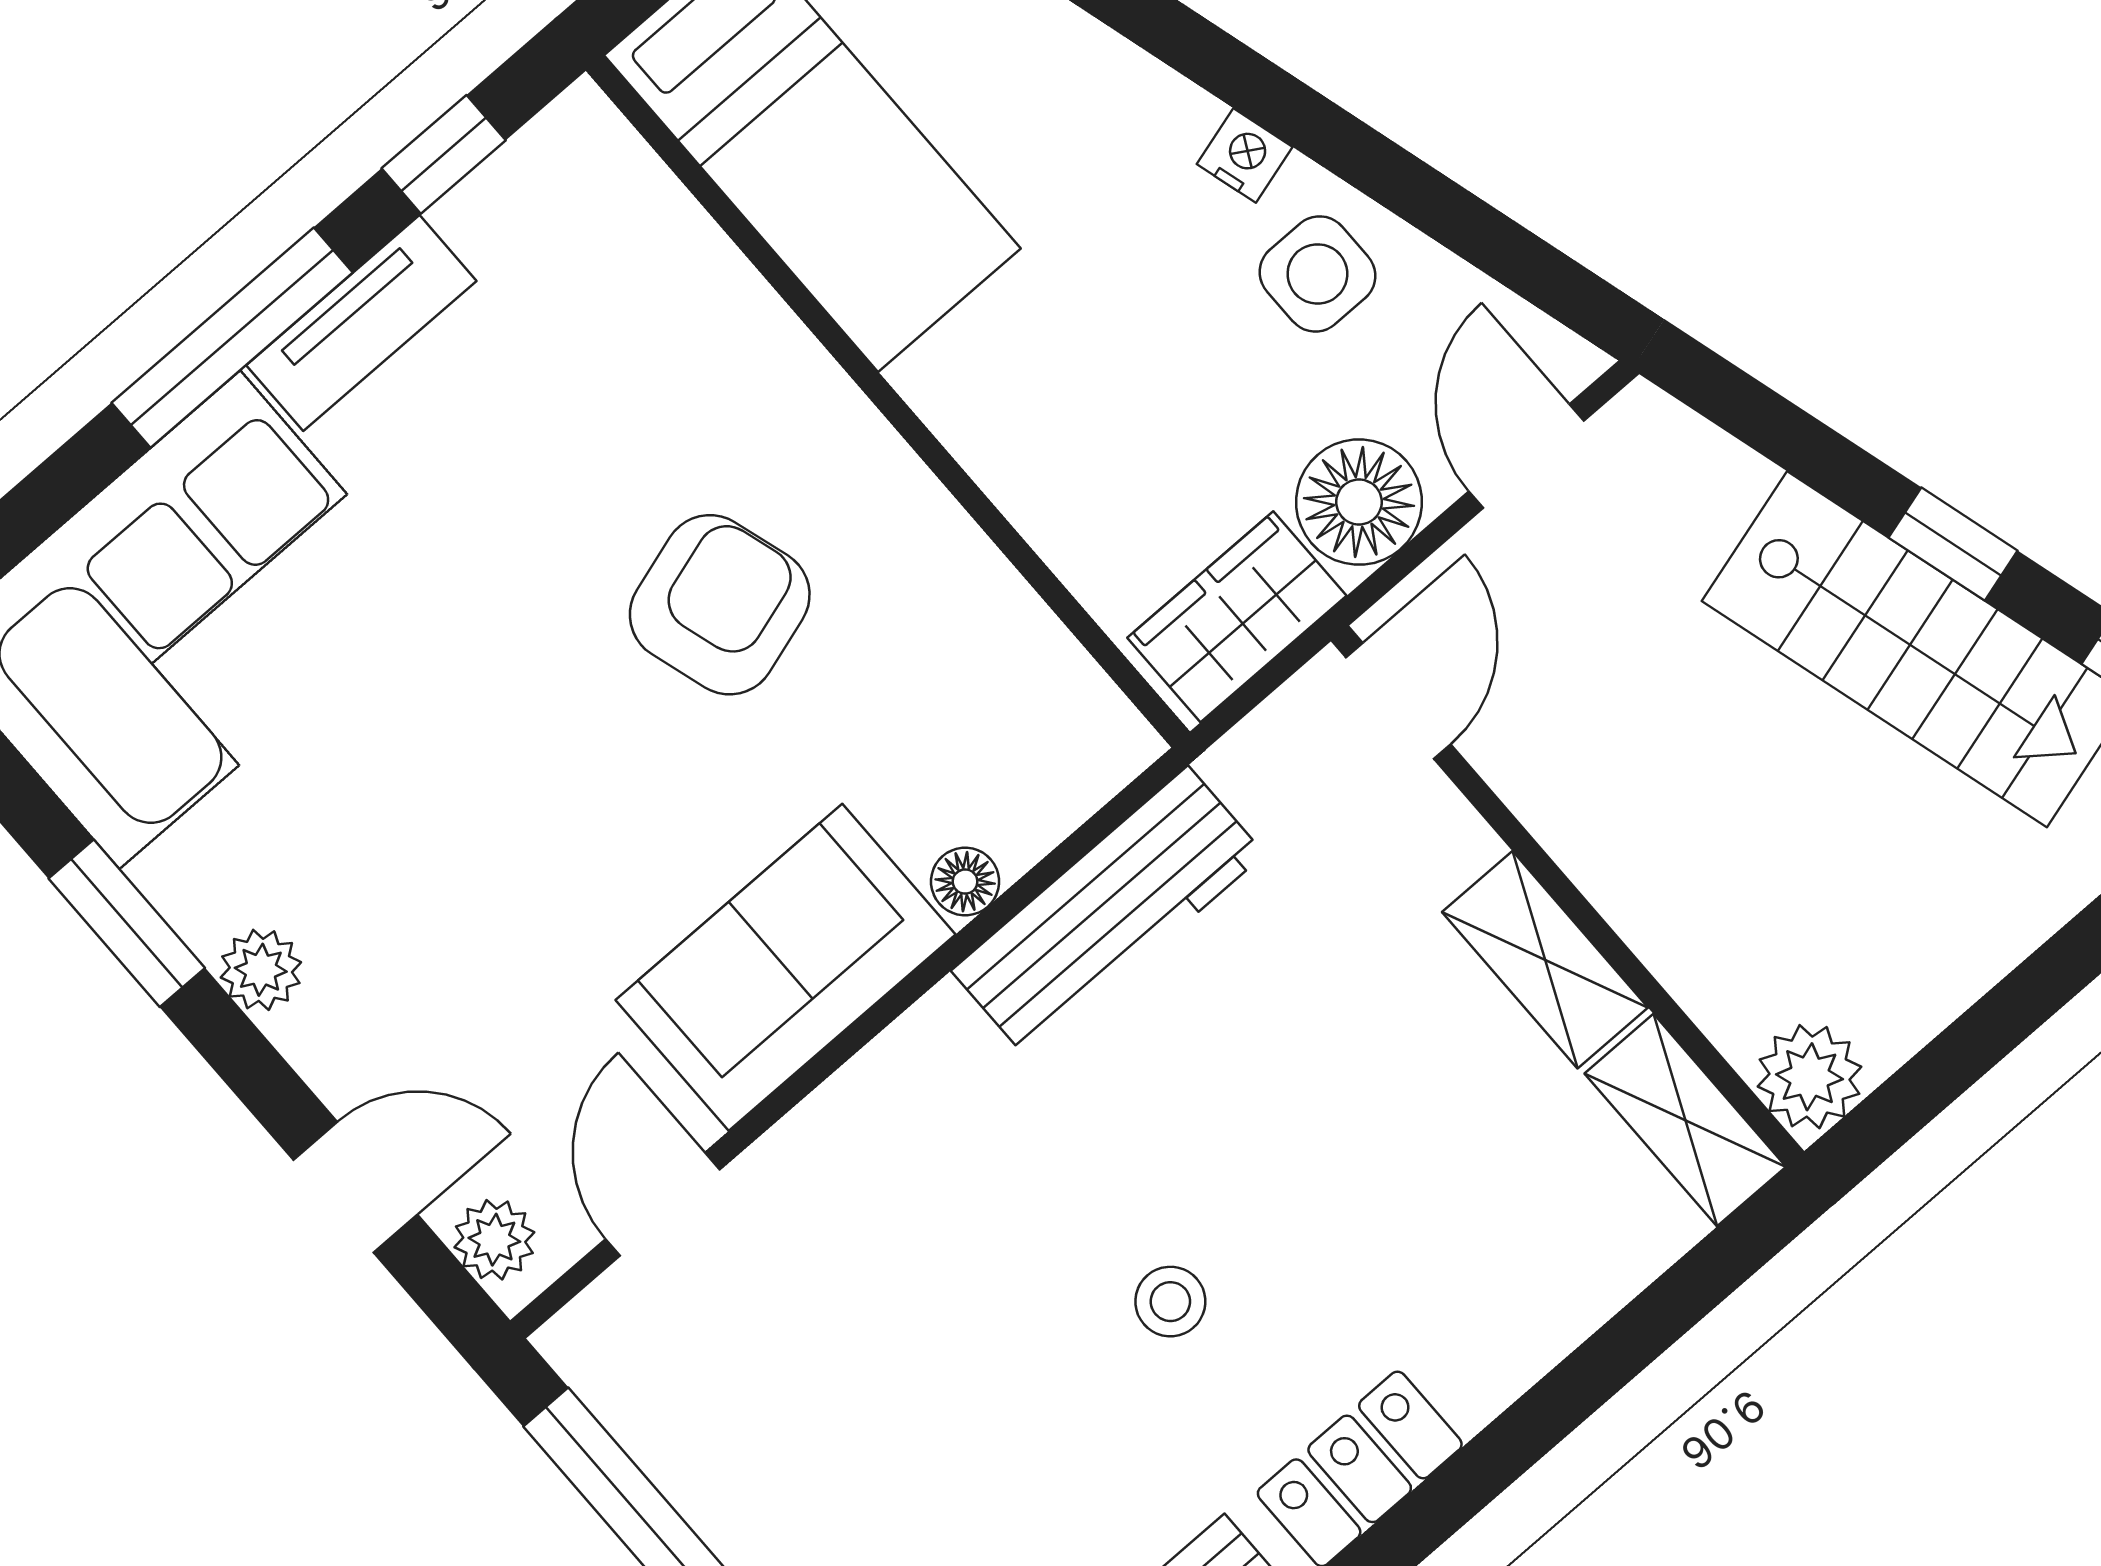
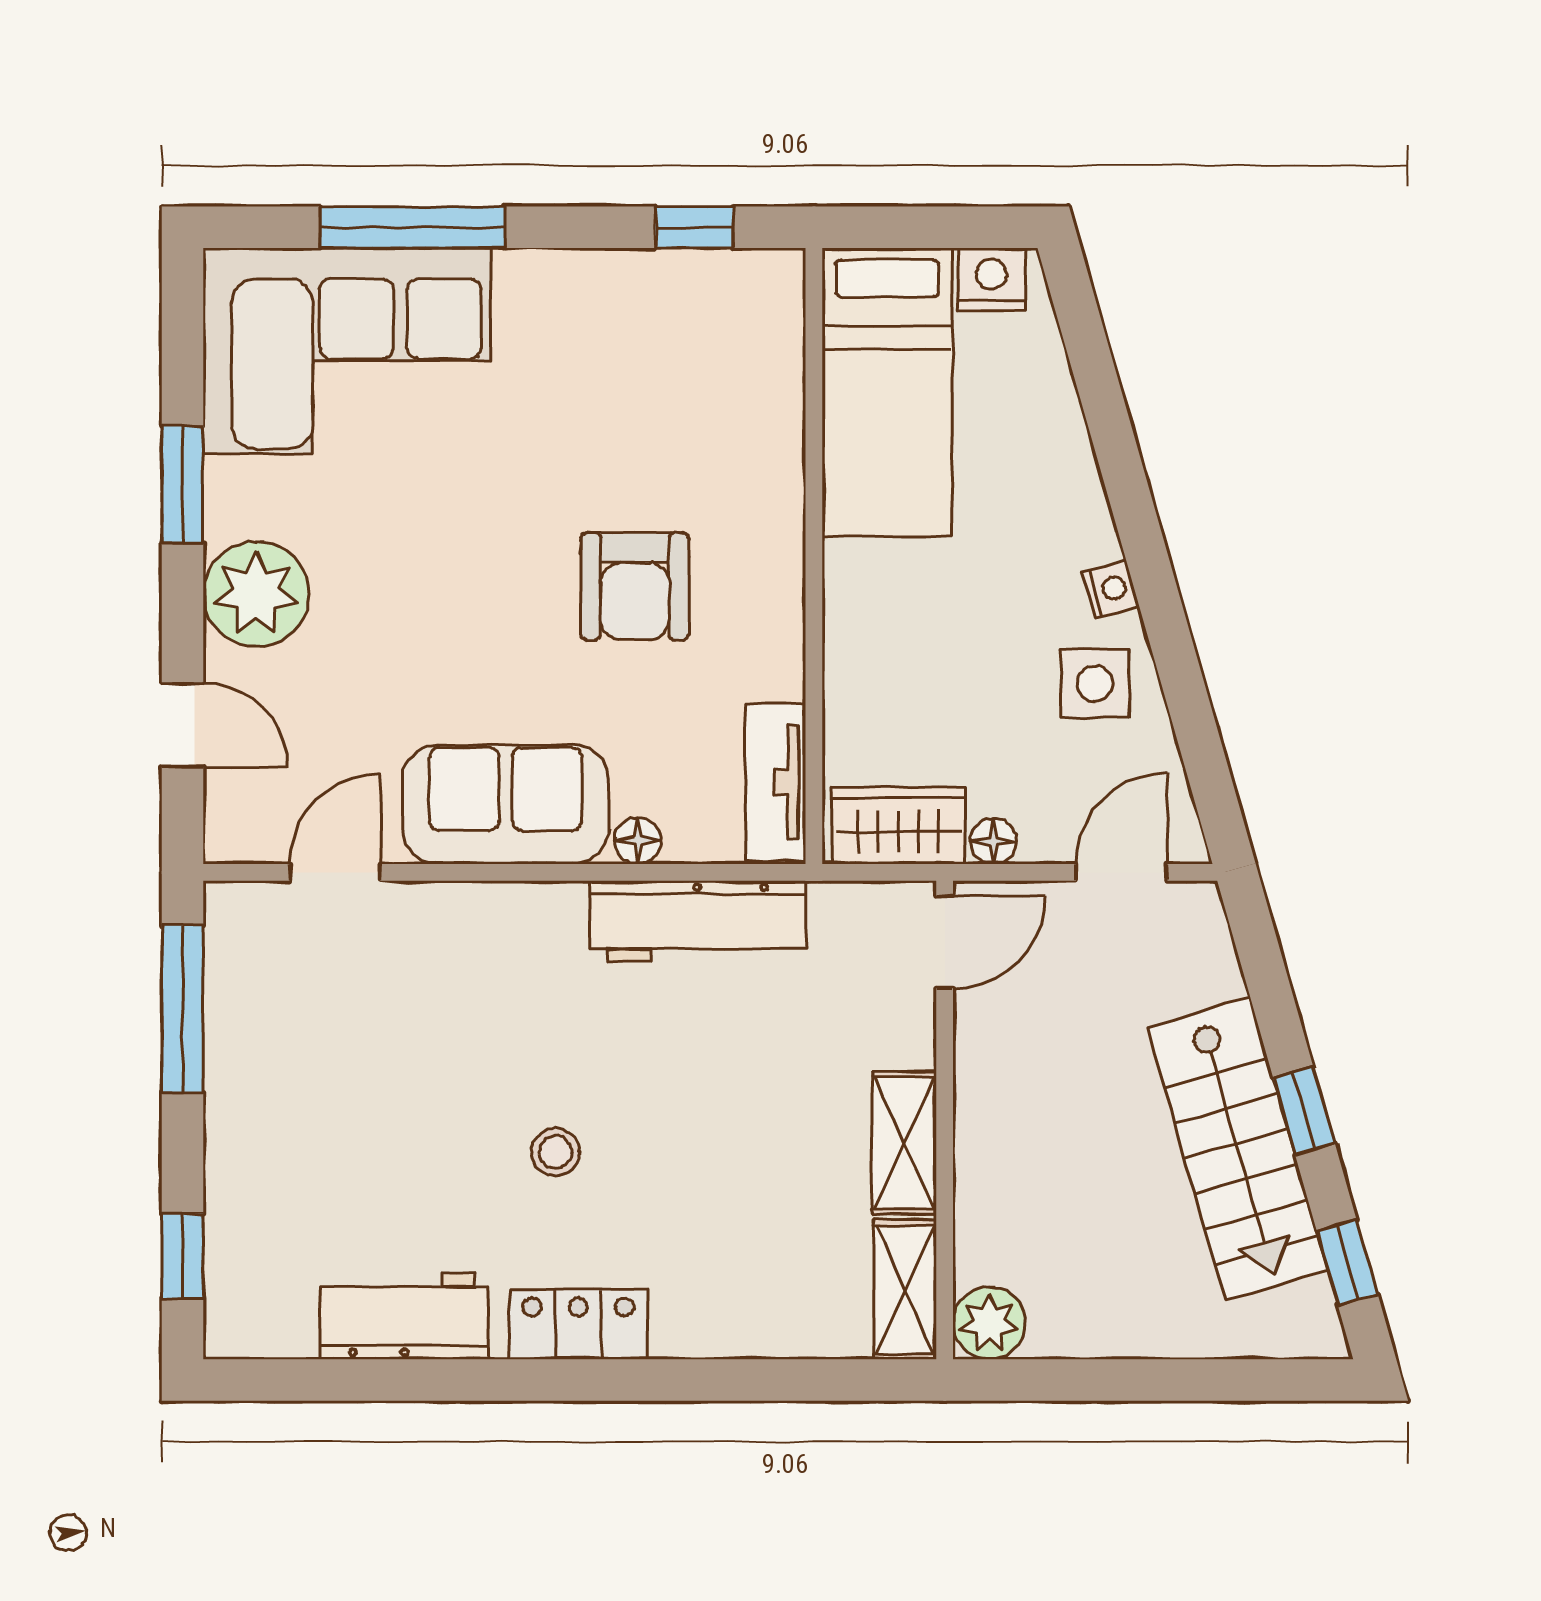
tv unit: (361, 323) -> (776, 782), moved, turned 90
window: (232, 338) -> (412, 227), moved
floor lamp: (1359, 502) -> (994, 841), width x0.53, depth x0.53
armchair: (720, 605) -> (635, 586), turned 107
plant: (261, 970) -> (256, 594), width x1.88, depth x1.88
plant: (494, 1240) -> (231, 815), removed

